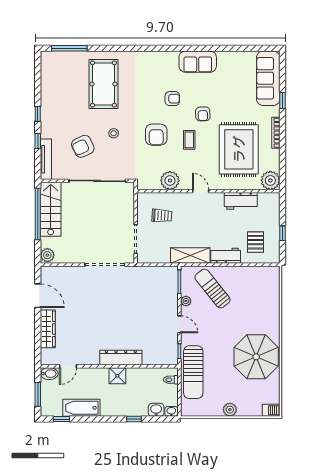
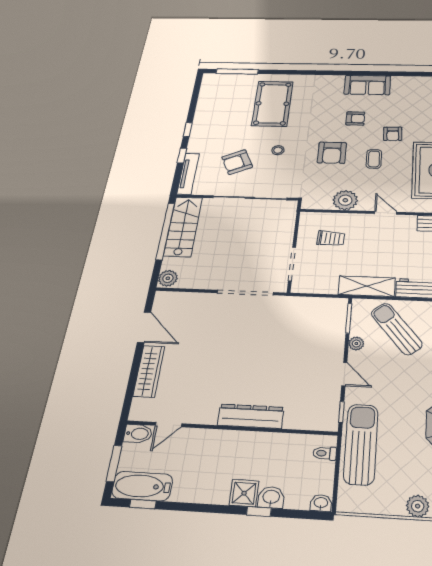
sofa: (198, 62) -> (367, 85), moved
sun lounger: (193, 372) -> (361, 444), turned 180
shower: (117, 376) -> (244, 493), moved
bathtub: (81, 408) -> (142, 486), moved
washbasin: (156, 410) -> (271, 497), moved

